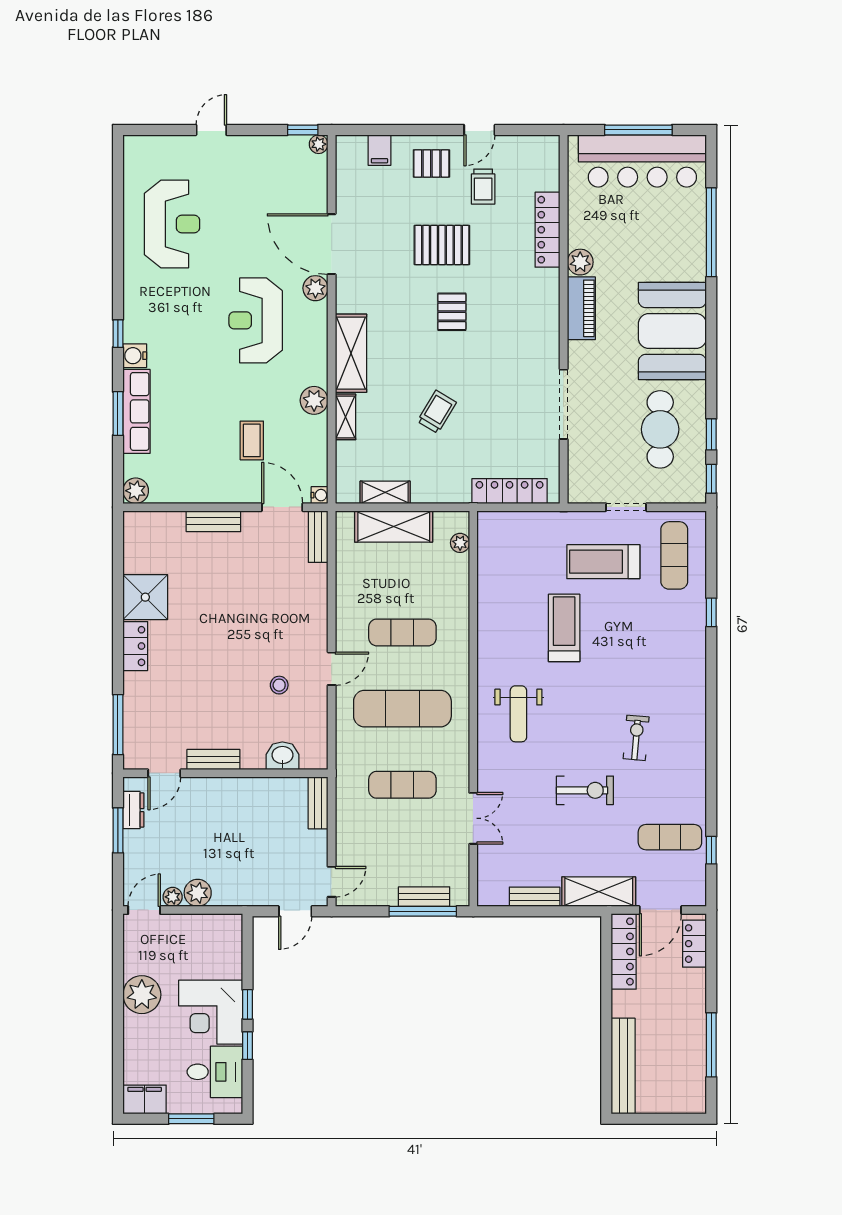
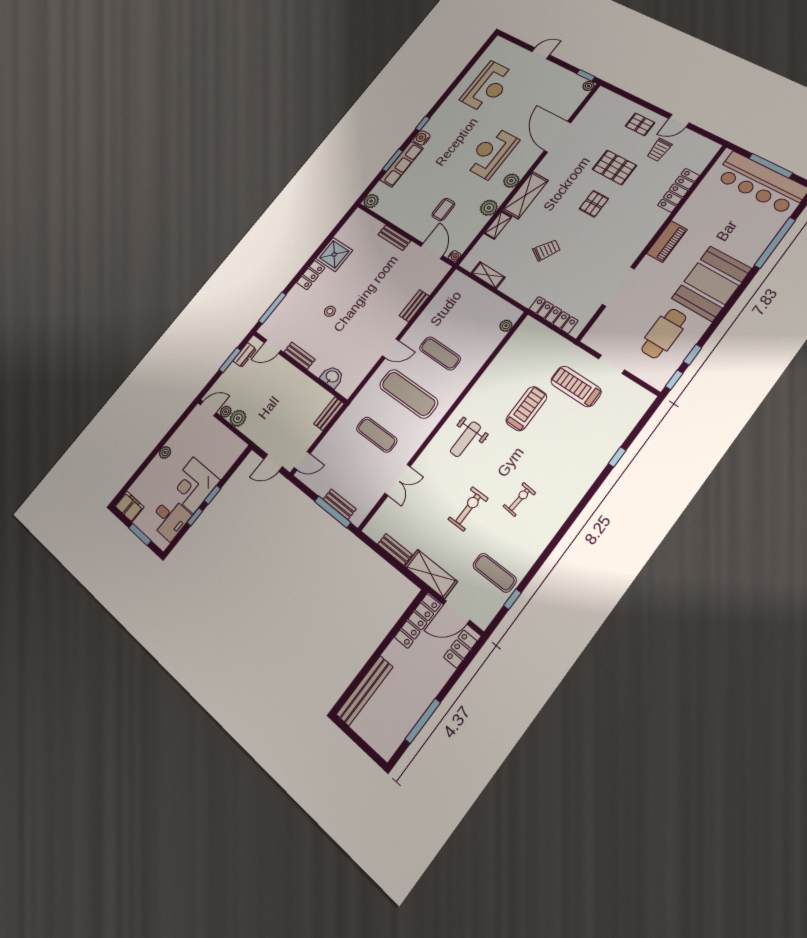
filing cabinet: (379, 150) -> (618, 104), removed
plant: (580, 262) -> (685, 217), removed
plant: (315, 288) -> (511, 181), moved
shelving: (394, 526) -> (479, 295), removed
bench: (318, 537) -> (414, 306), moved
exercise mat: (674, 555) -> (619, 409), removed
stool: (279, 685) -> (330, 311), moved
exercise bike: (585, 790) -> (468, 509), turned -90
plant: (142, 995) -> (165, 452), width x0.53, depth x0.53

